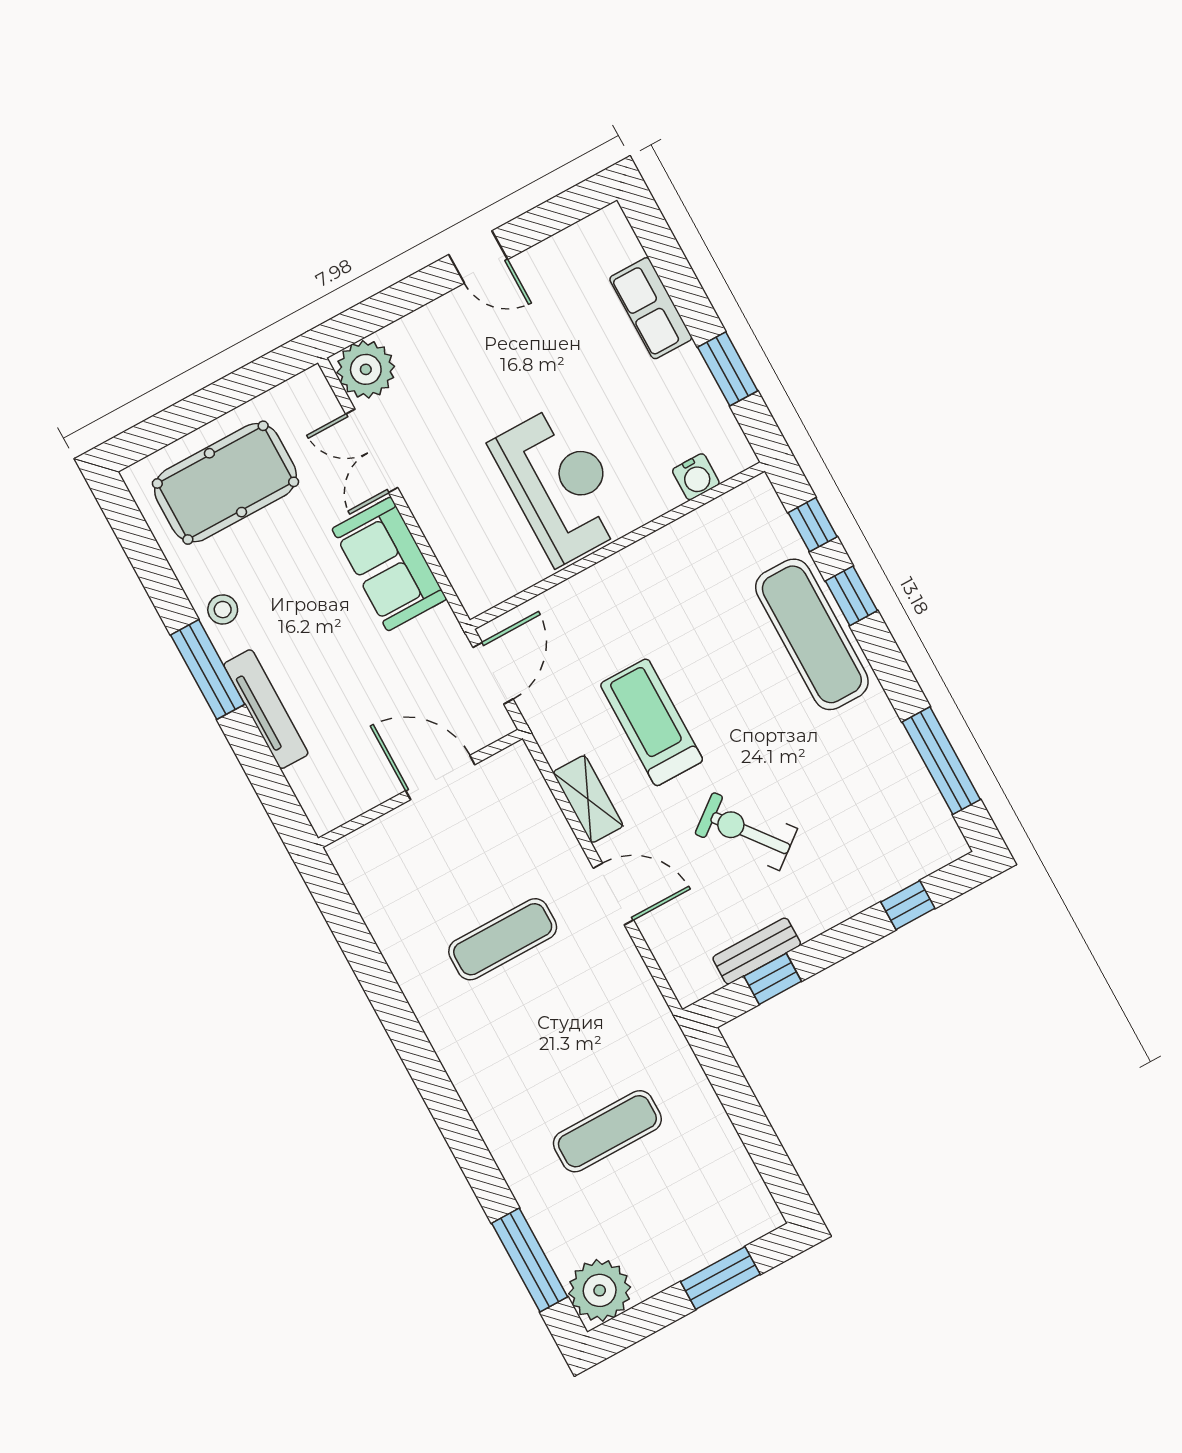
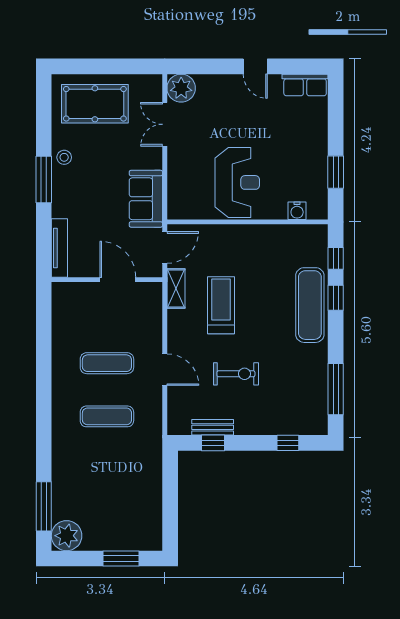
row of seats: (651, 308) -> (305, 85), moved, turned -90
sofa: (389, 564) -> (146, 199), moved
tv unit: (266, 709) -> (59, 248), moved
shelving: (588, 799) -> (176, 289), moved
exercise bike: (746, 831) -> (236, 374), turned 128
exercise mat: (607, 1131) -> (107, 416), moved

